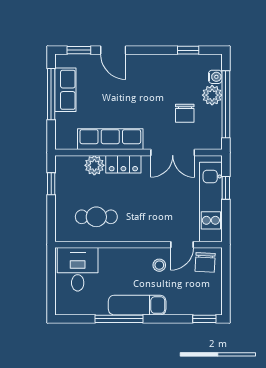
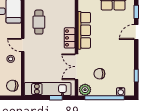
plant: (212, 95) -> (85, 90), moved
plant: (94, 165) -> (69, 21), removed
door: (182, 245) -> (23, 45), moved

